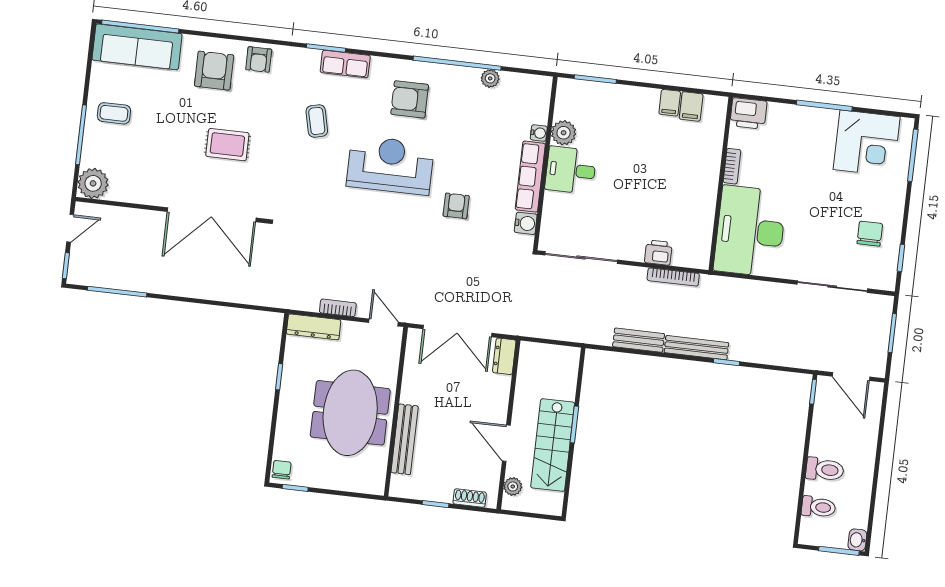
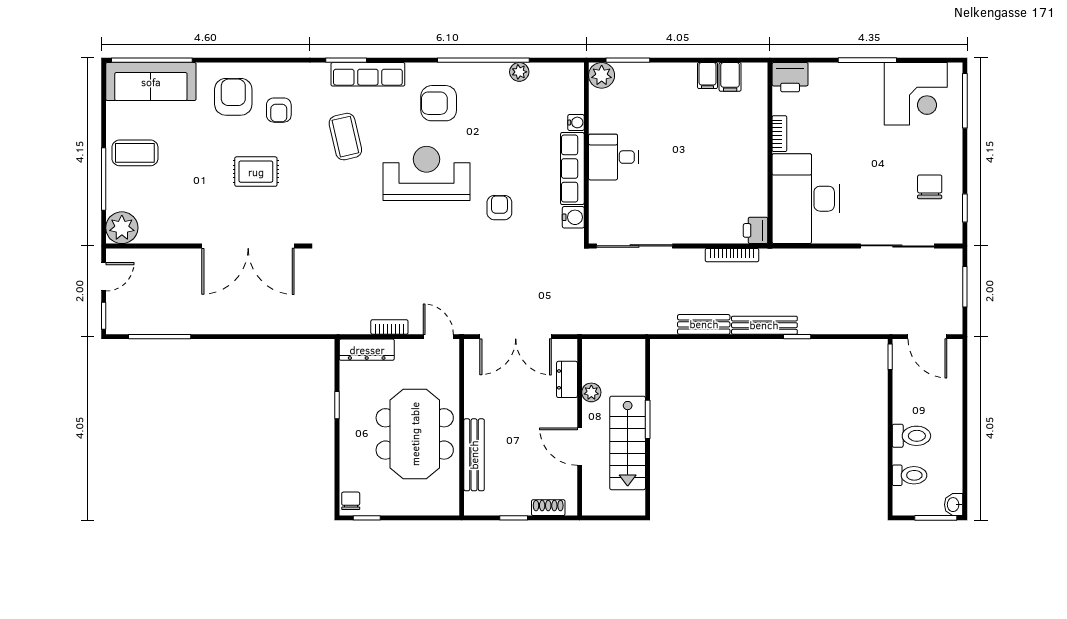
armchair: (259, 59) -> (279, 110), moved
row of seats: (345, 64) -> (368, 74), width x1.48
coffee table: (114, 113) -> (135, 153), width x1.36, depth x1.30
coffee table: (317, 121) -> (345, 137), width x1.36, depth x1.30
plant: (564, 133) -> (602, 75), moved
printer: (658, 253) -> (756, 230), moved, turned -90
dresser: (504, 356) -> (567, 379), moved
plant: (513, 486) -> (591, 392), moved

